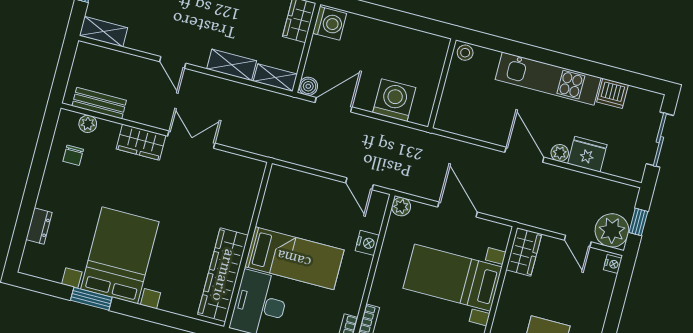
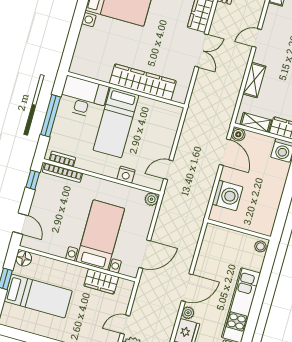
shelving: (275, 78) -> (256, 122), moved, turned 90
door: (458, 210) -> (145, 254), moved
wardrobe: (524, 252) -> (101, 281), moved
wardrobe: (223, 275) -> (143, 82), moved

